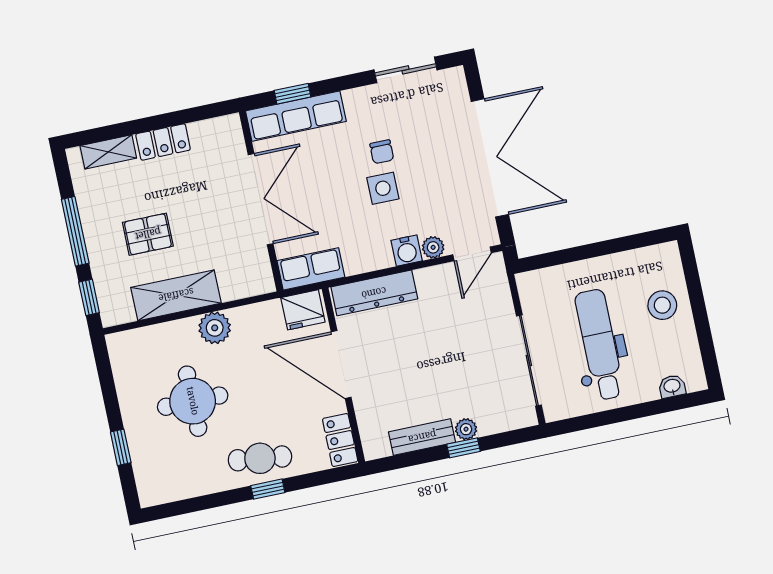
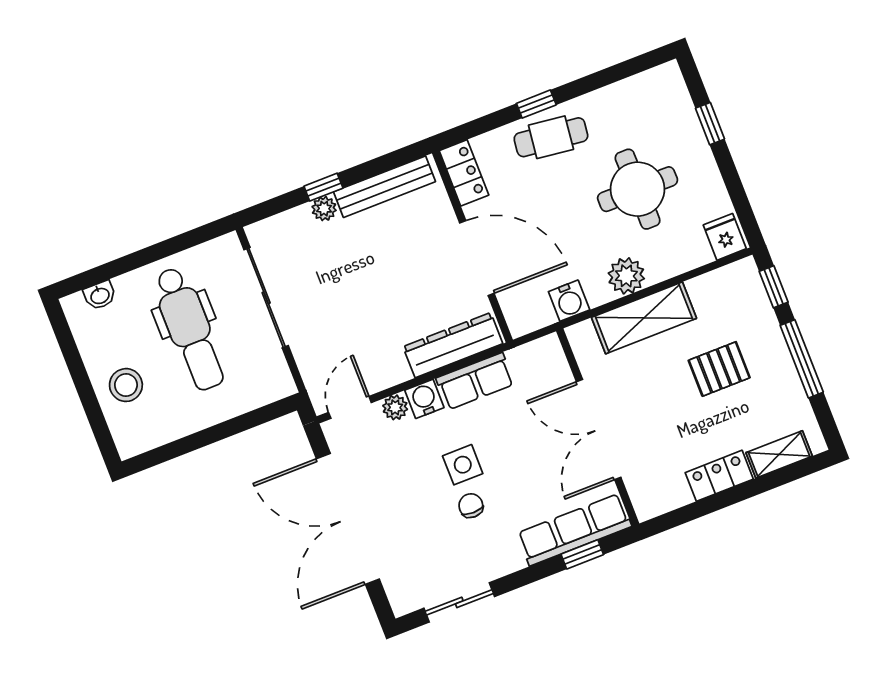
row of seats: (311, 269) -> (475, 381), moved
shelving: (176, 295) -> (644, 318), moved
fridge: (303, 310) -> (725, 237), moved, width x0.72
water cooler: (268, 315) -> (569, 301), added
bench: (422, 437) -> (384, 187), width x1.36

